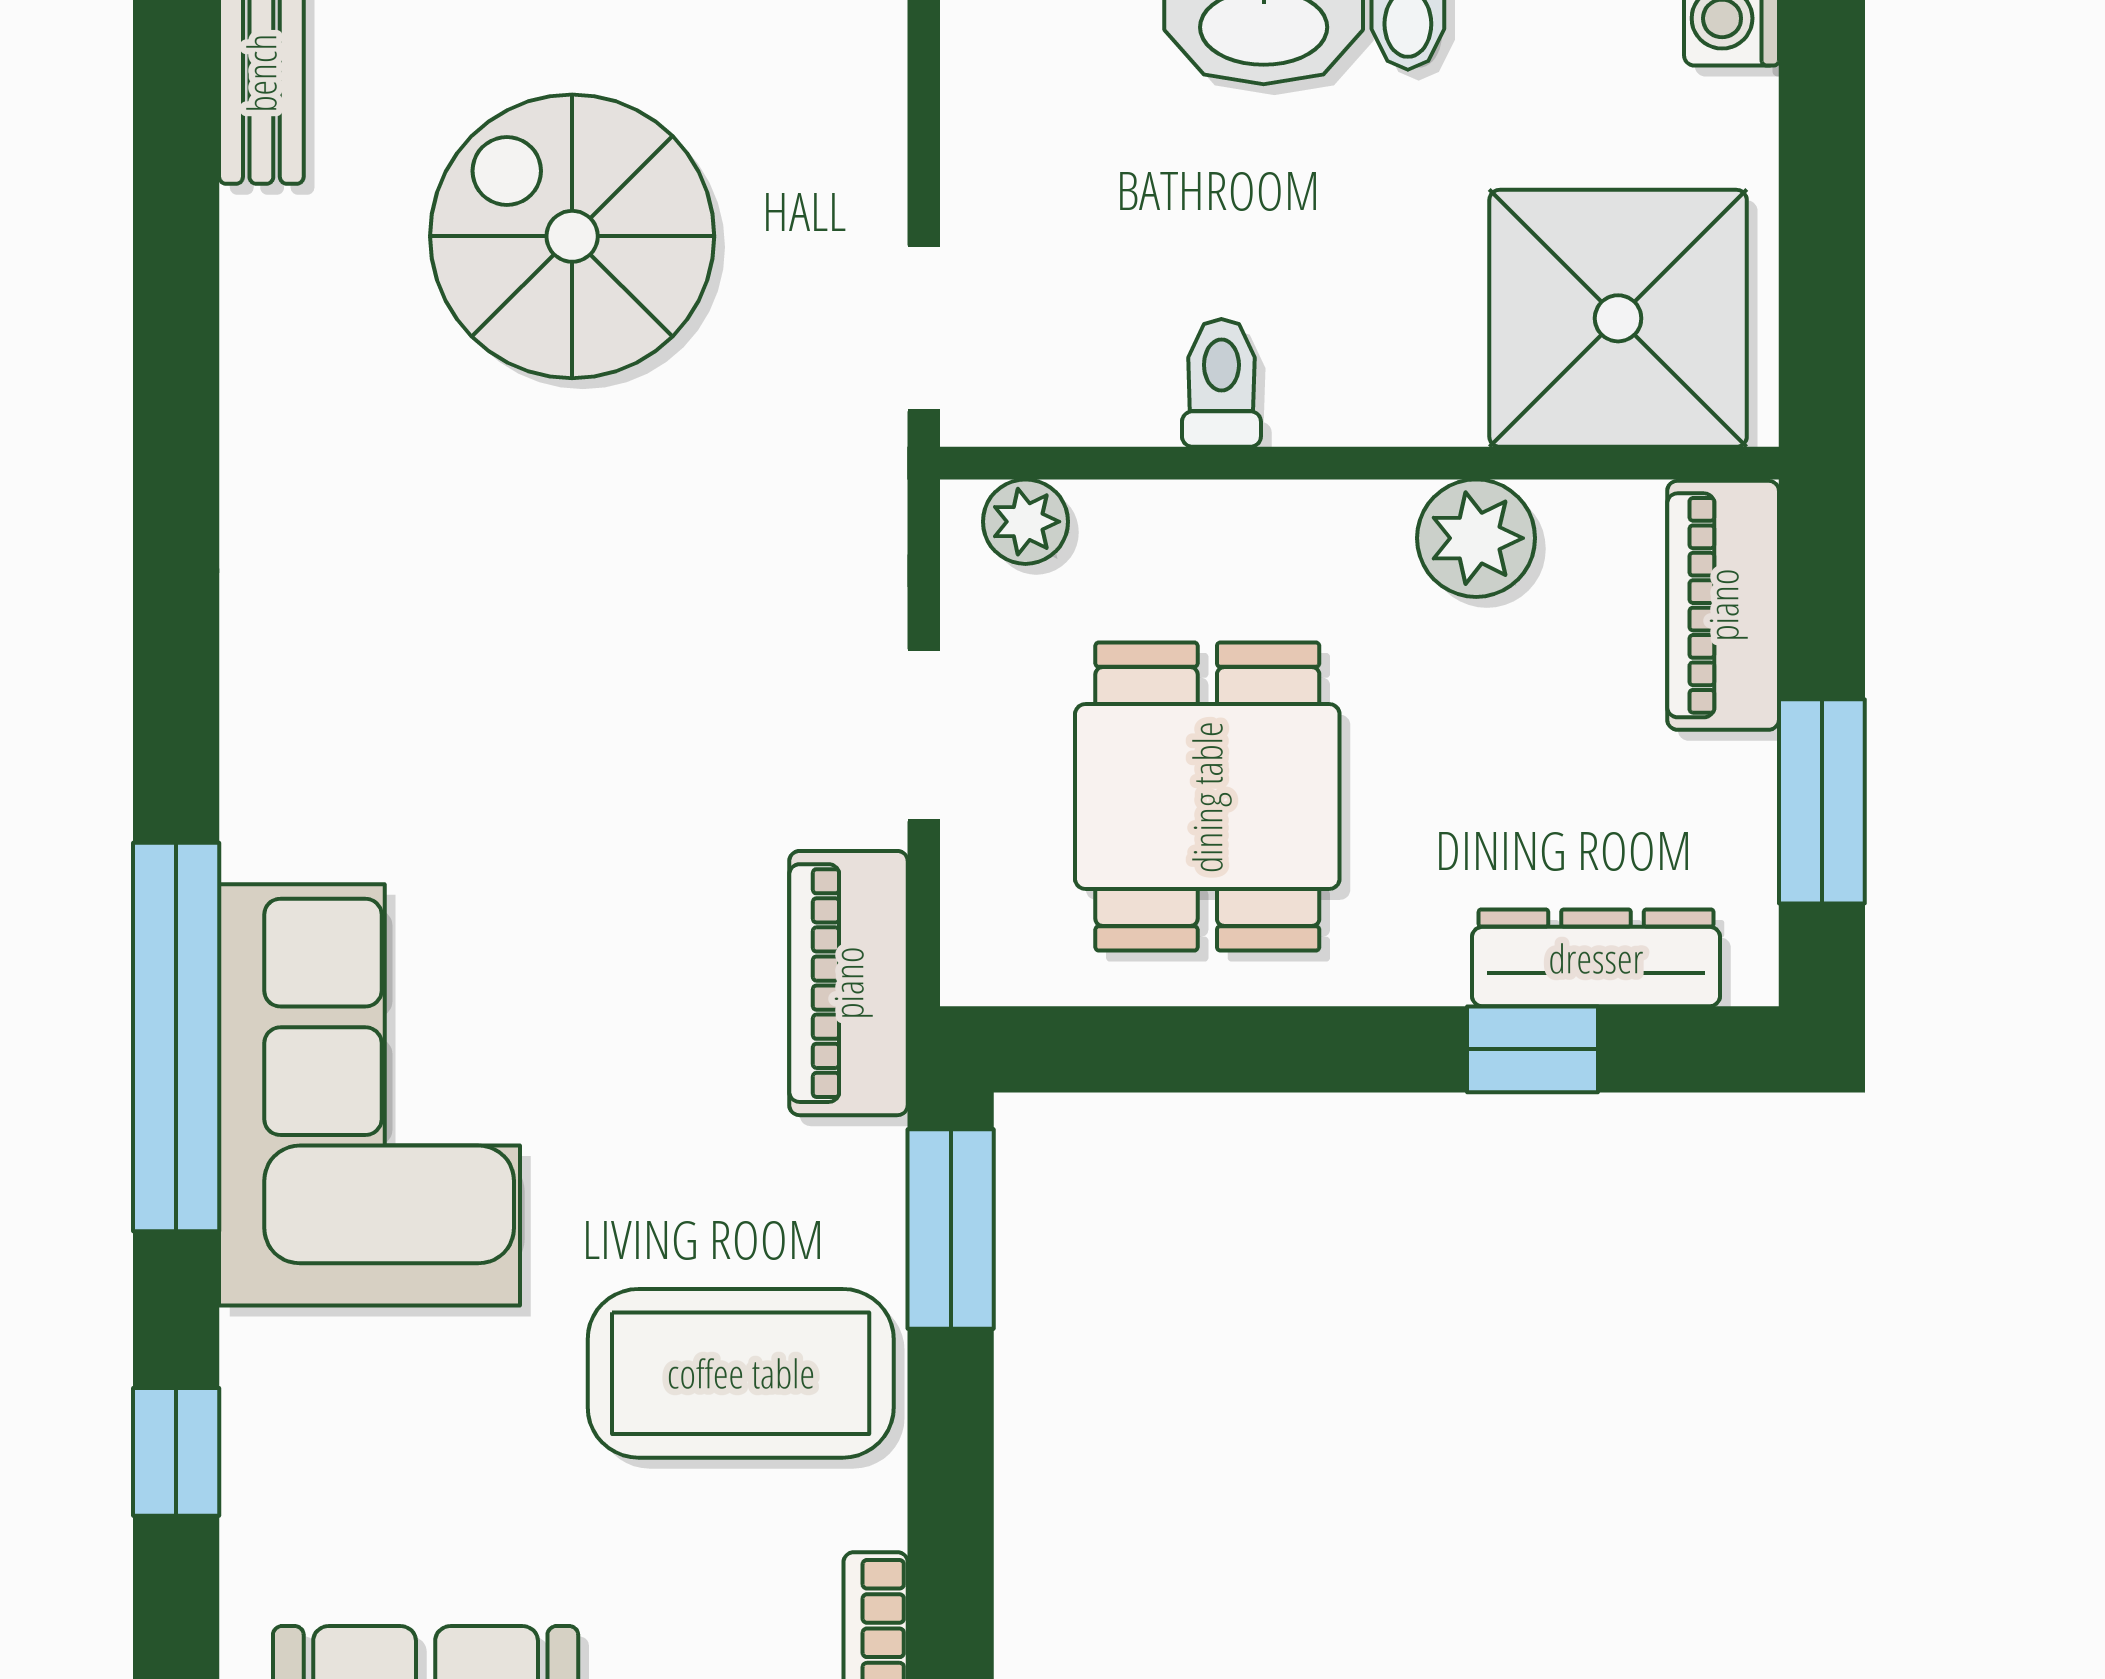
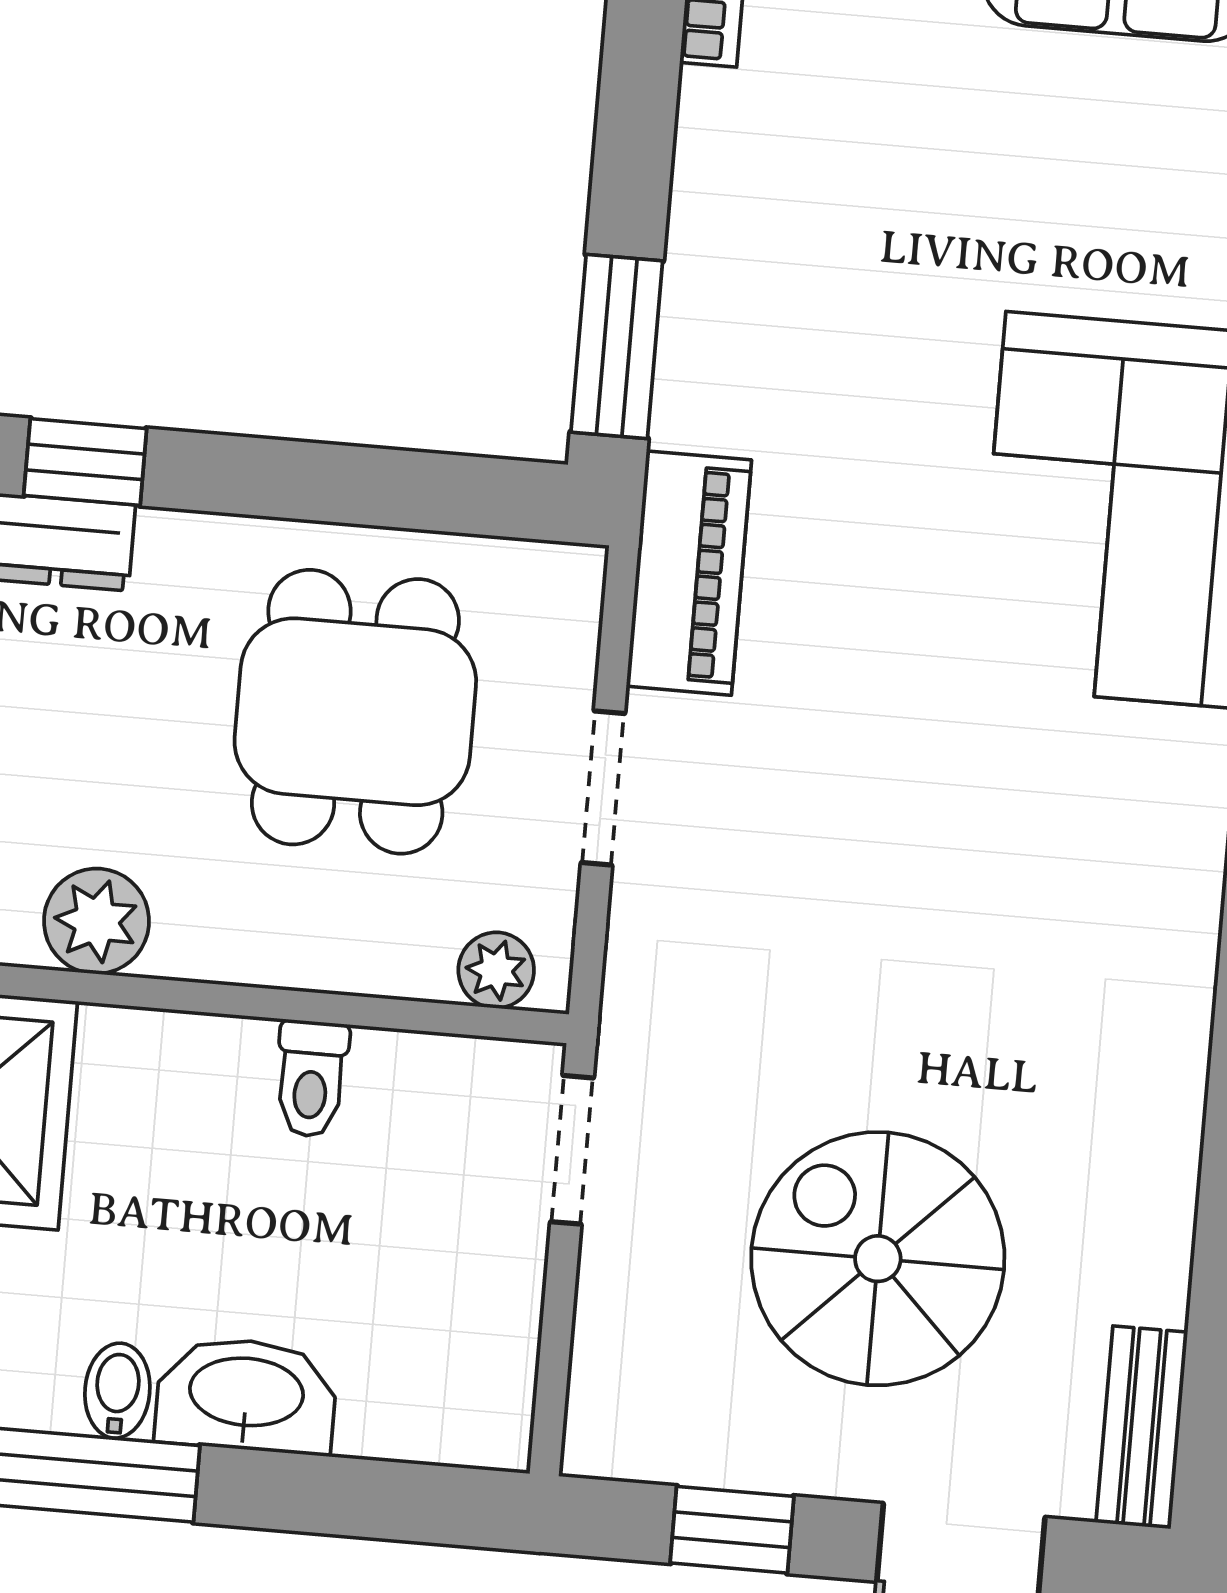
spiral stairs: (572, 236) -> (878, 1259), turned 180
coffee table: (741, 1373) -> (815, 234), removed

